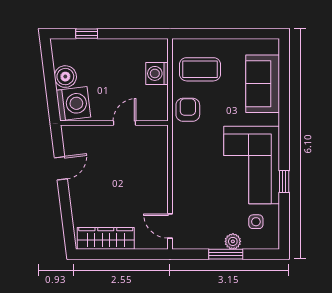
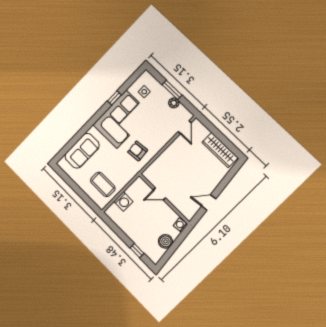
washing machine: (73, 104) -> (180, 225), width x0.53, depth x0.53
armchair: (188, 110) -> (138, 151), moved, turned 85
plant: (233, 241) -> (174, 103), moved

